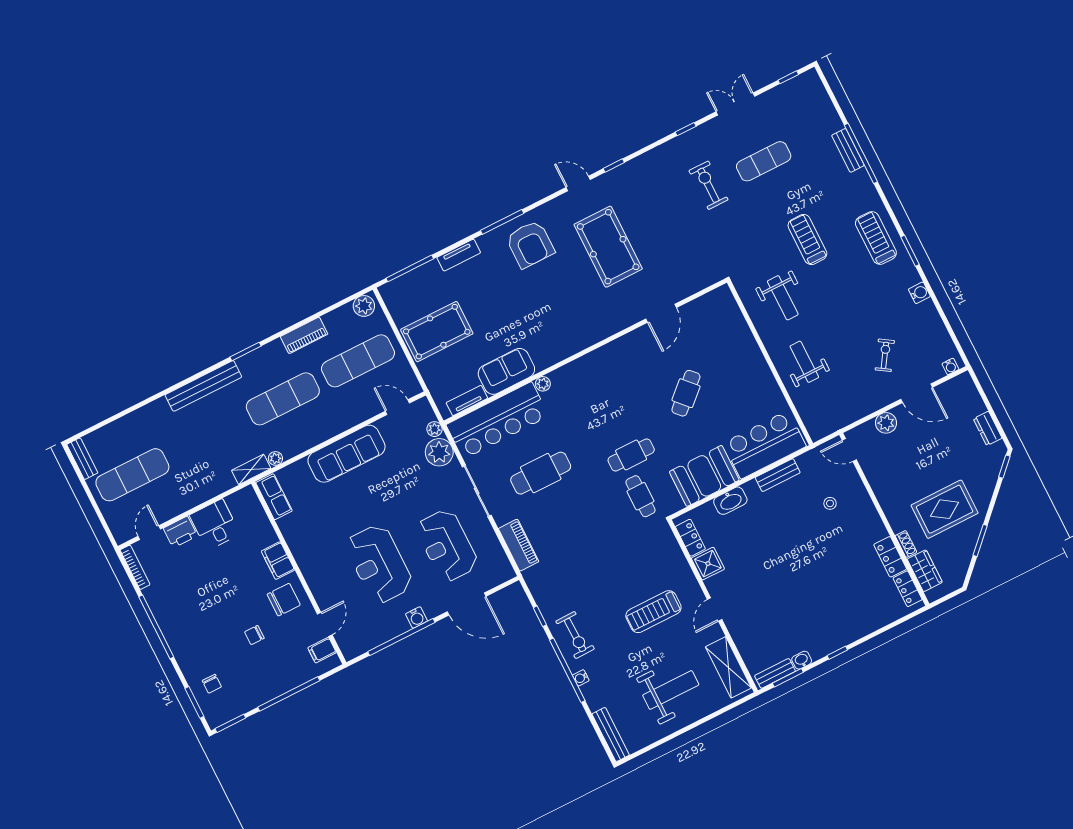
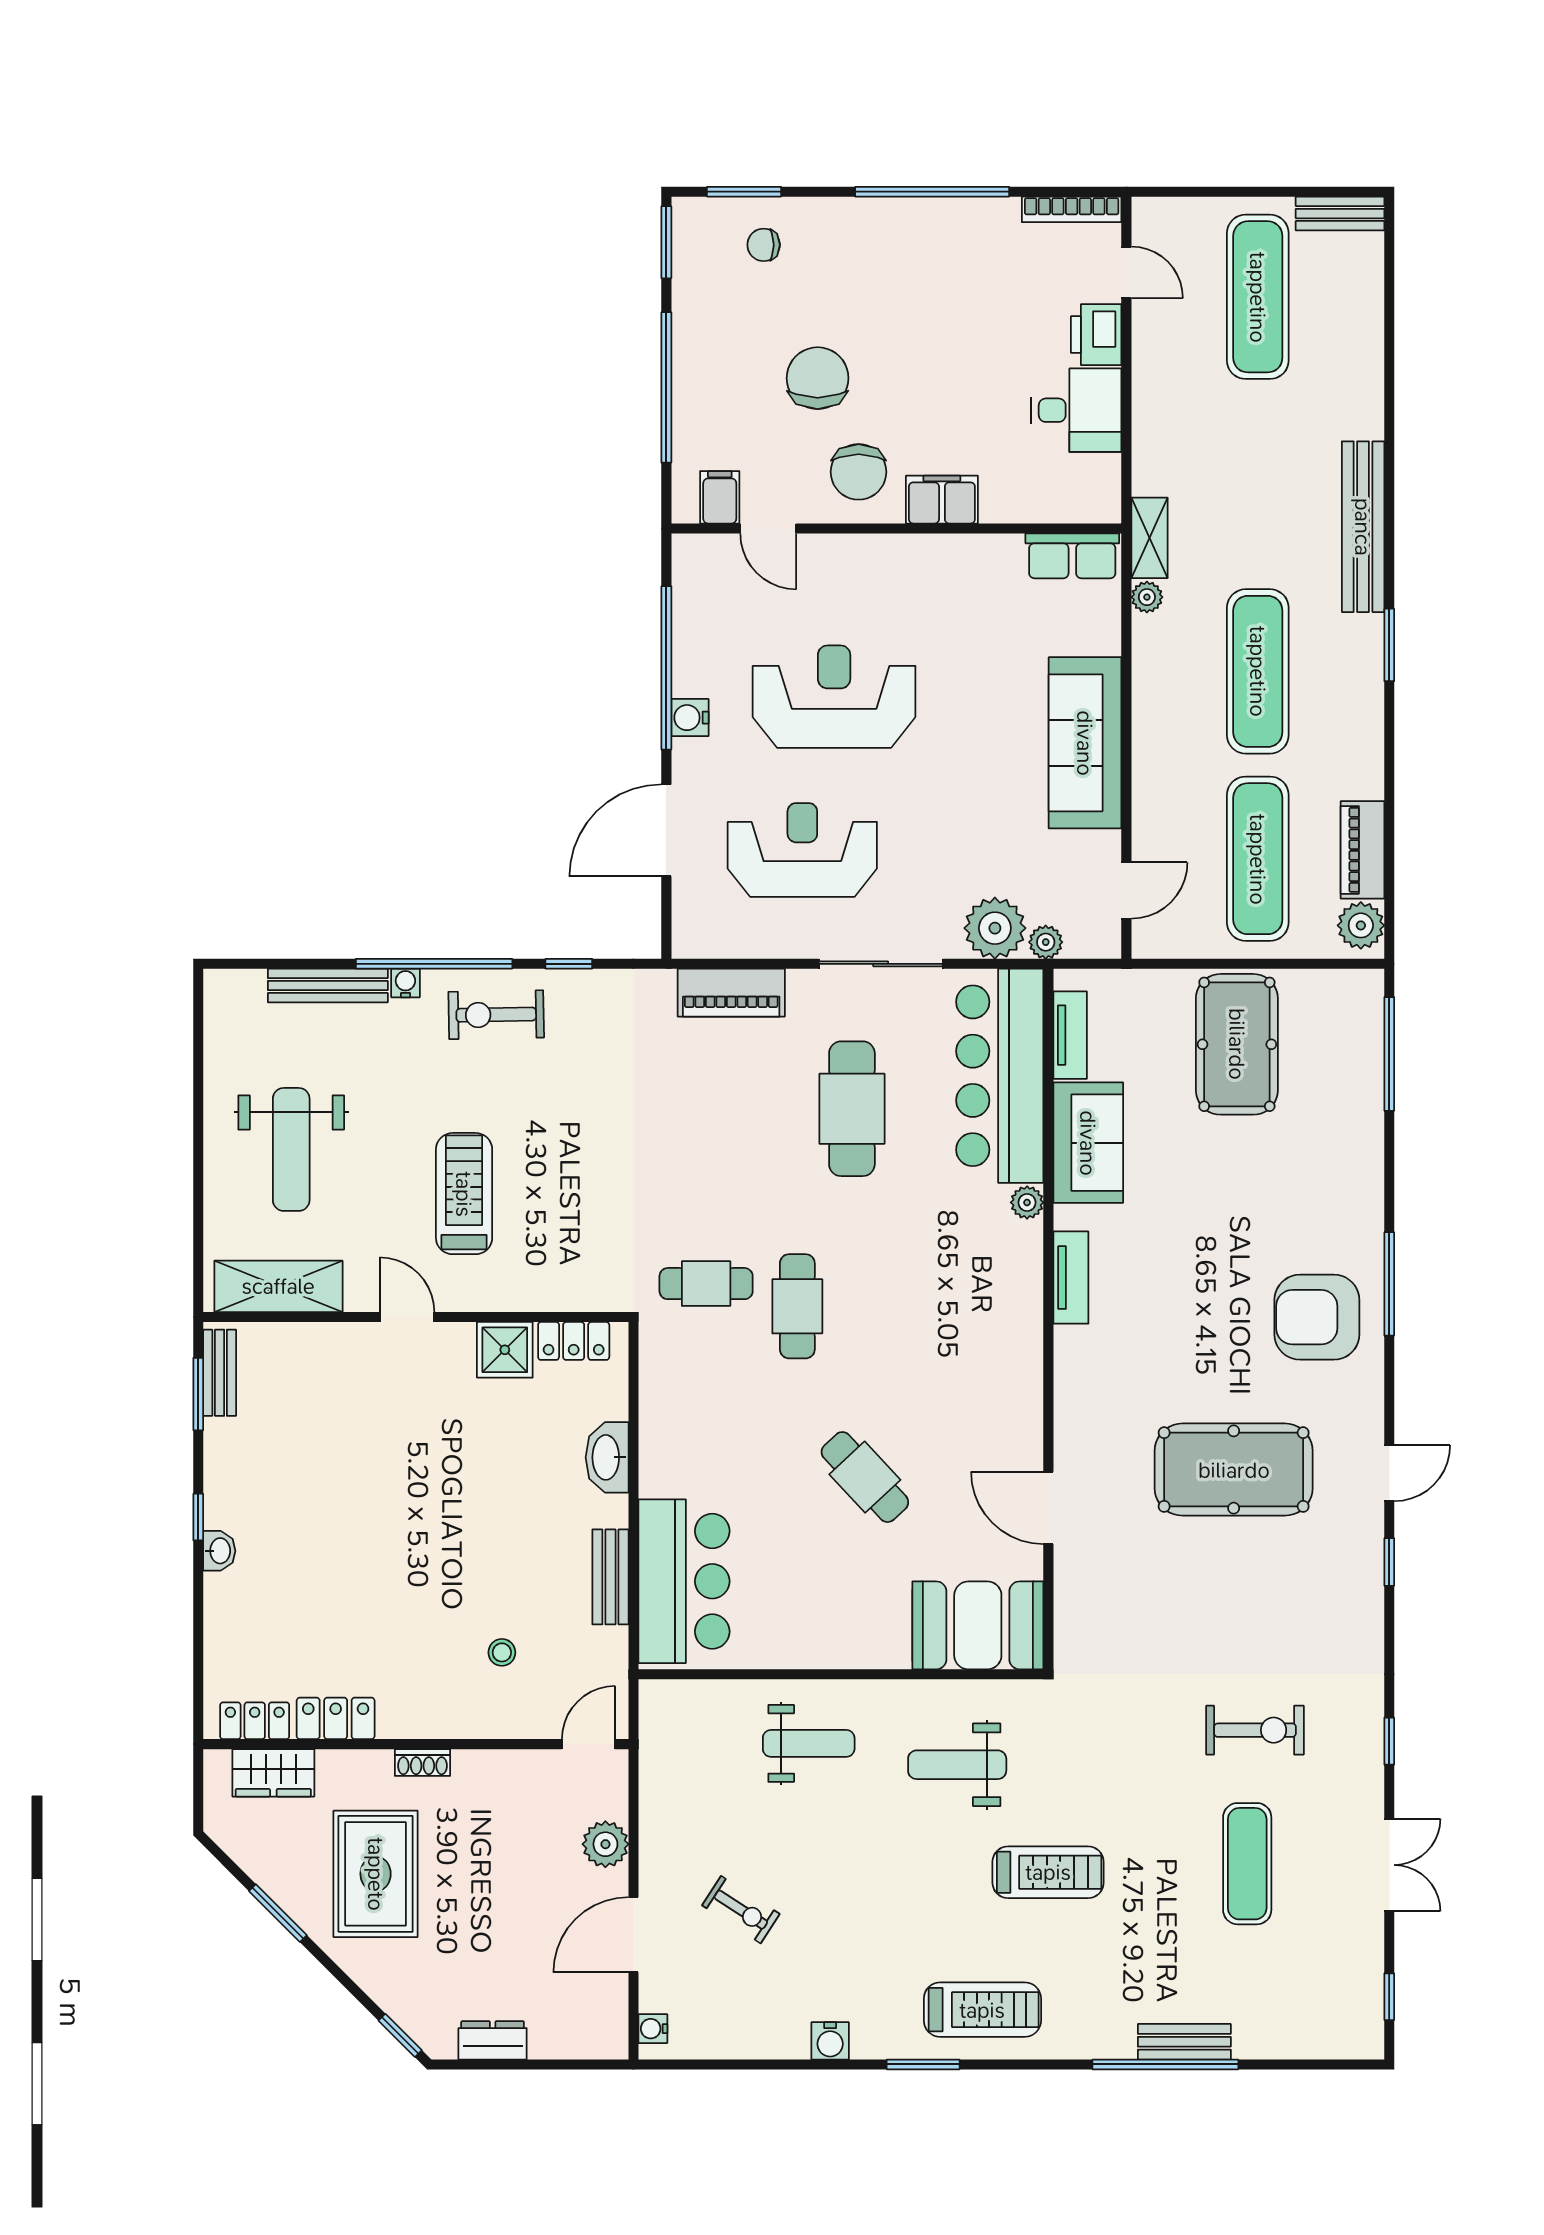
tv unit: (459, 255) -> (1071, 1278), moved, turned 180
piano: (304, 335) -> (1362, 850), moved
booth: (704, 476) -> (978, 1625), moved, turned 90
shoe rack: (906, 544) -> (422, 1762), moved
chair: (254, 635) -> (818, 378), width x1.87, depth x1.87
washbasin: (802, 660) -> (219, 1551), moved
bench: (611, 734) -> (328, 986), moved

